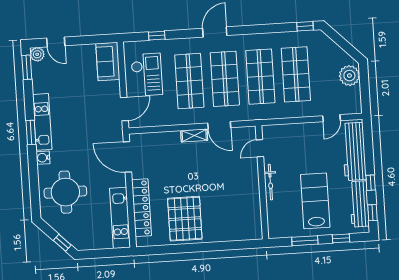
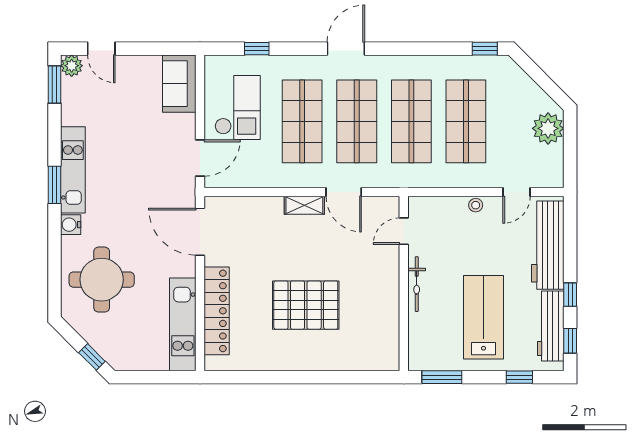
stool: (305, 128) -> (476, 205), added
pallet: (185, 219) -> (306, 305), moved, turned 90
window: (305, 241) -> (442, 377), moved

